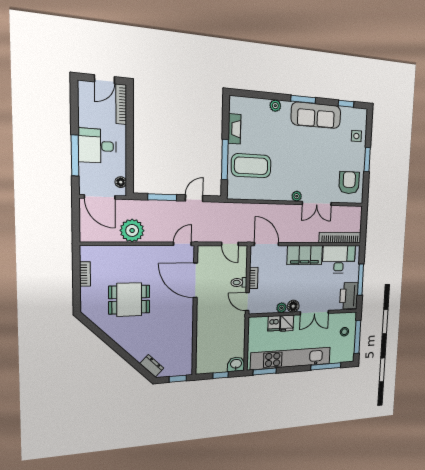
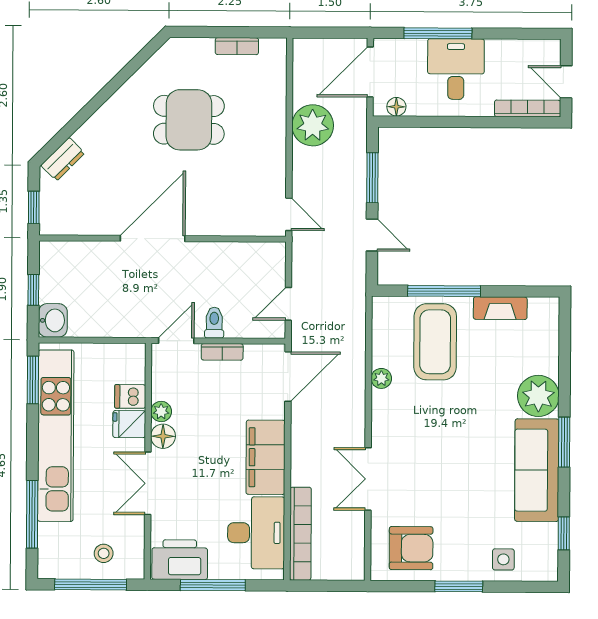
plant: (275, 106) -> (538, 396), width x1.87, depth x1.87
plant: (297, 196) -> (381, 378), moved
door: (195, 280) -> (153, 238), moved
dining table: (129, 300) -> (189, 120), turned 90

